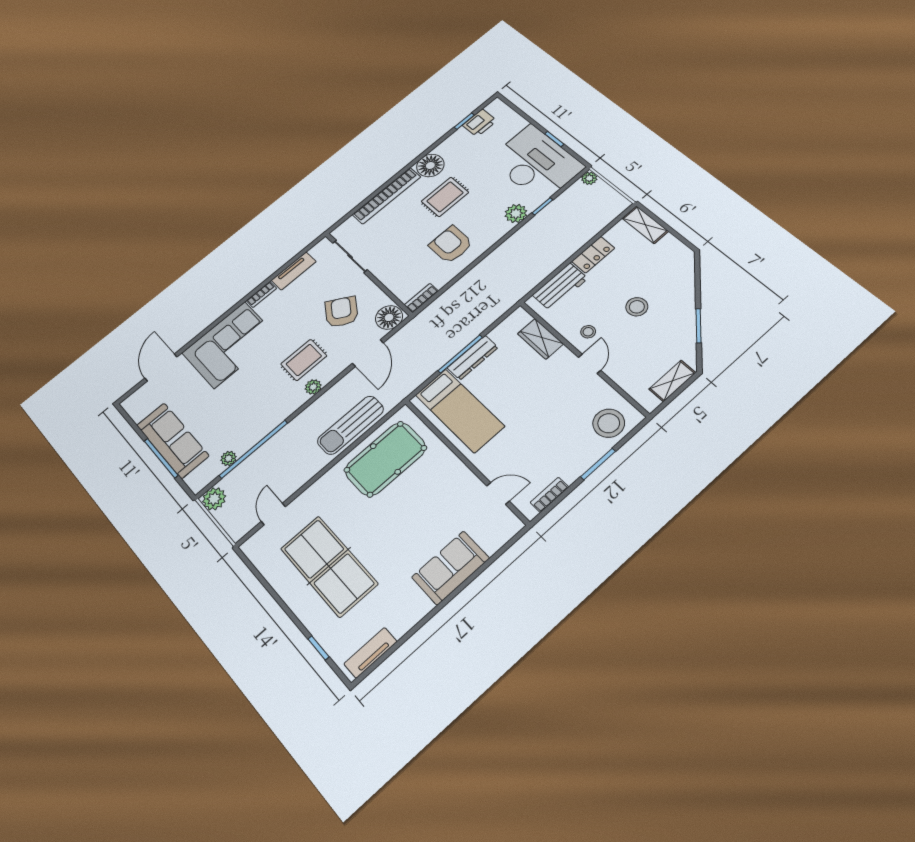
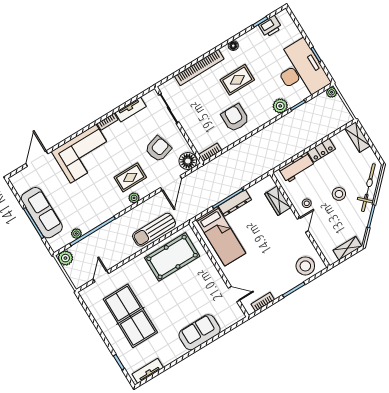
floor lamp: (430, 165) -> (233, 46), width x0.53, depth x0.53
bicycle: (682, 287) -> (368, 188), added
armchair: (341, 312) -> (158, 149), turned 40

